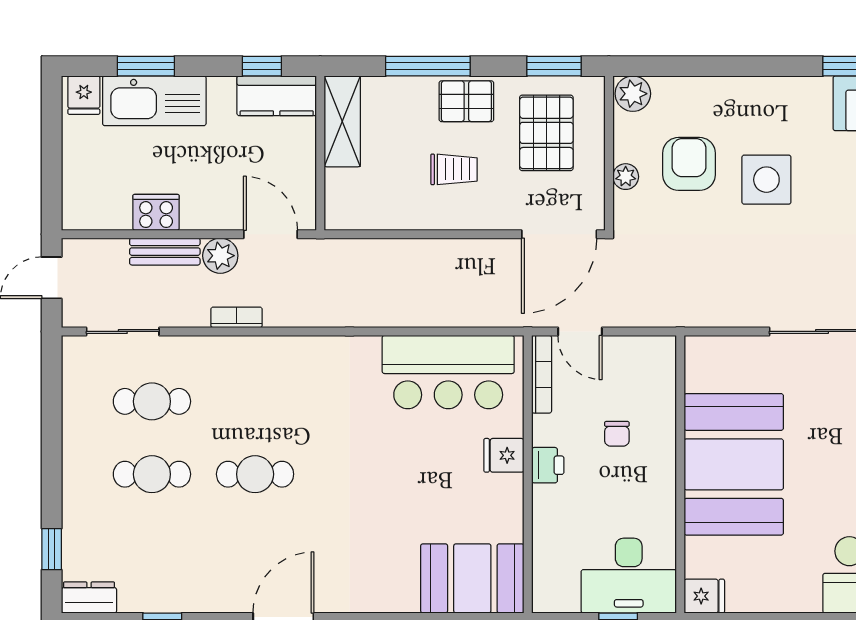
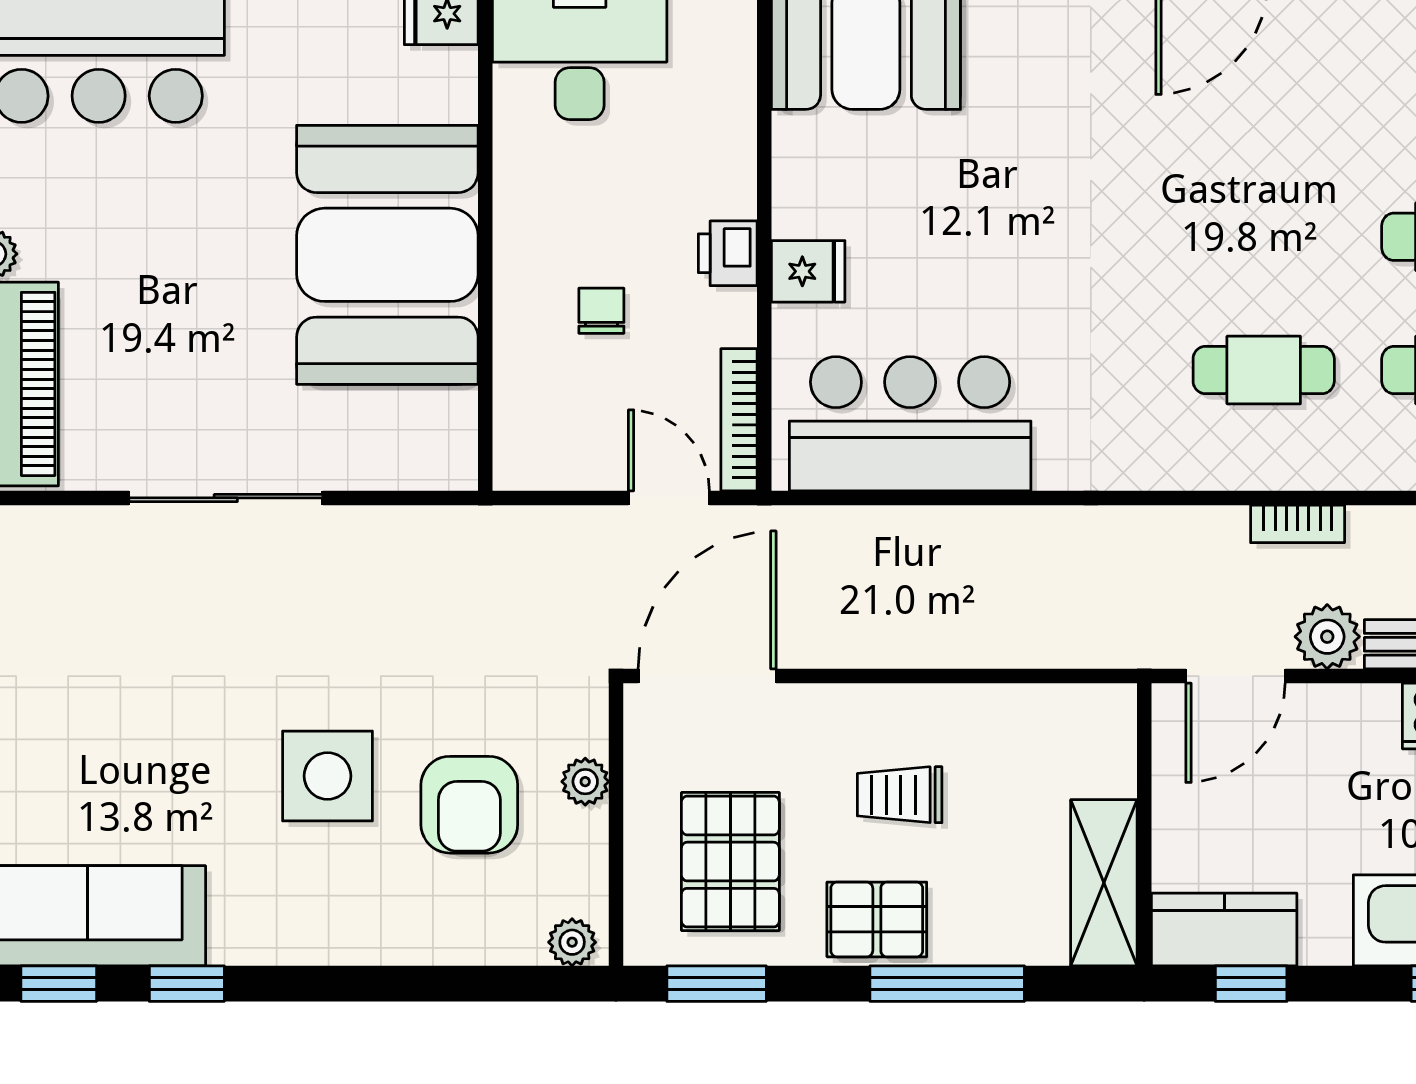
plant: (633, 94) -> (572, 942), width x0.73, depth x0.73
door: (270, 234) -> (1235, 676), hinge flipped
cafe table: (255, 474) -> (1264, 370), moved

